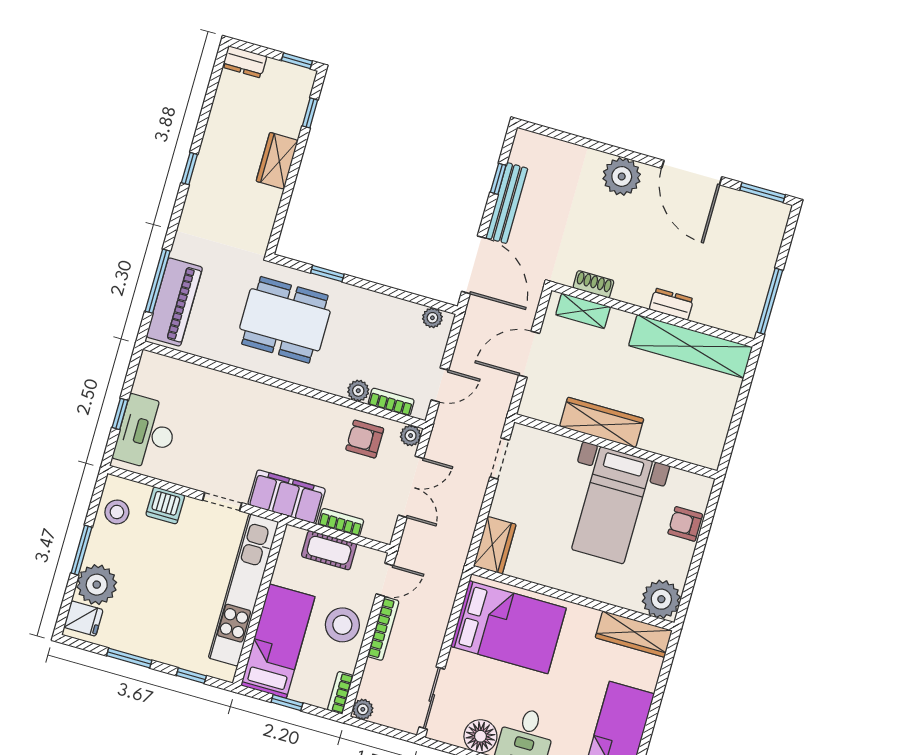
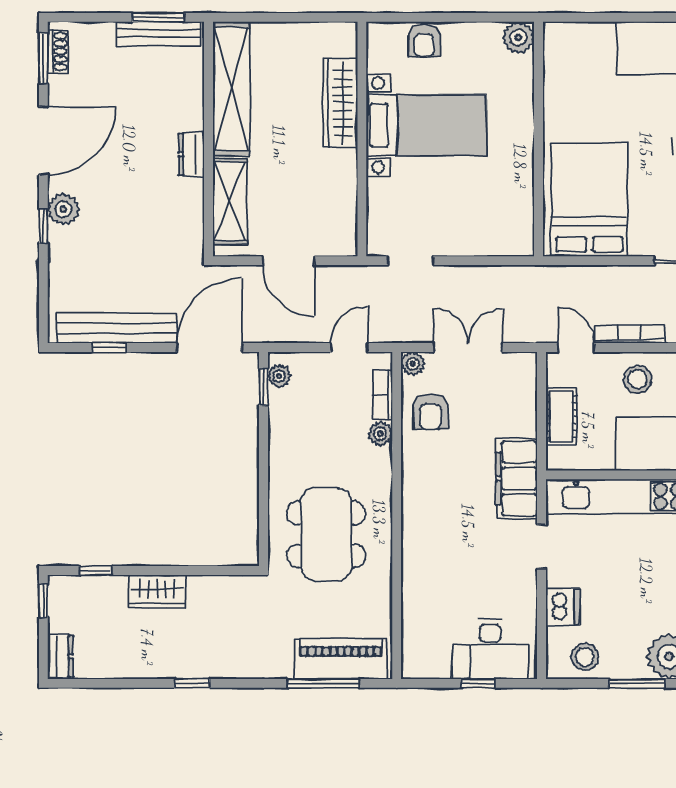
window: (618, 152) -> (43, 226), added
plant: (622, 176) -> (63, 209), width x0.73, depth x0.73
bench: (507, 203) -> (117, 328), width x1.37, depth x1.21
window: (327, 274) -> (263, 387), moved
shoe rack: (593, 284) -> (58, 51), moved, turned 180
bench: (756, 297) -> (158, 34), added
window: (770, 301) -> (158, 17), width x0.69
dresser: (671, 304) -> (191, 154), moved
shelving: (583, 311) -> (230, 201), width x1.50, depth x1.33
door: (440, 385) -> (349, 347), hinge flipped
wardrobe: (602, 423) -> (340, 103), moved
bookcase: (341, 522) -> (527, 412), removed
wardrobe: (495, 545) -> (505, 239), removed
plant: (661, 599) -> (518, 38), width x0.73, depth x0.73
stool: (342, 625) -> (638, 379), width x0.73, depth x0.73
wardrobe: (634, 634) -> (559, 62), removed

